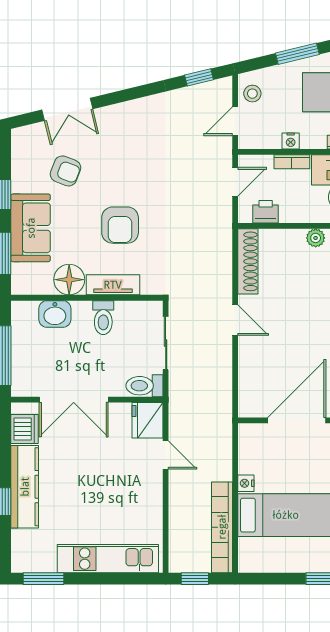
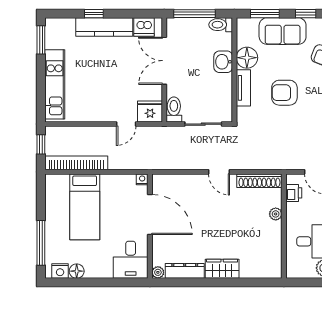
plant: (316, 238) -> (276, 214), moved
washbasin: (55, 314) -> (223, 62), moved
toilet: (103, 318) -> (221, 25), moved
door: (235, 320) -> (219, 172), hinge flipped
nightstand: (246, 483) -> (142, 179), moved

